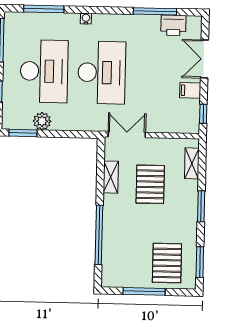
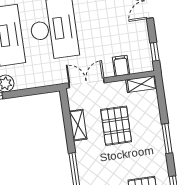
filing cabinet: (190, 90) -> (121, 66), moved, turned 90
shelving: (192, 163) -> (141, 84), moved, turned 90

